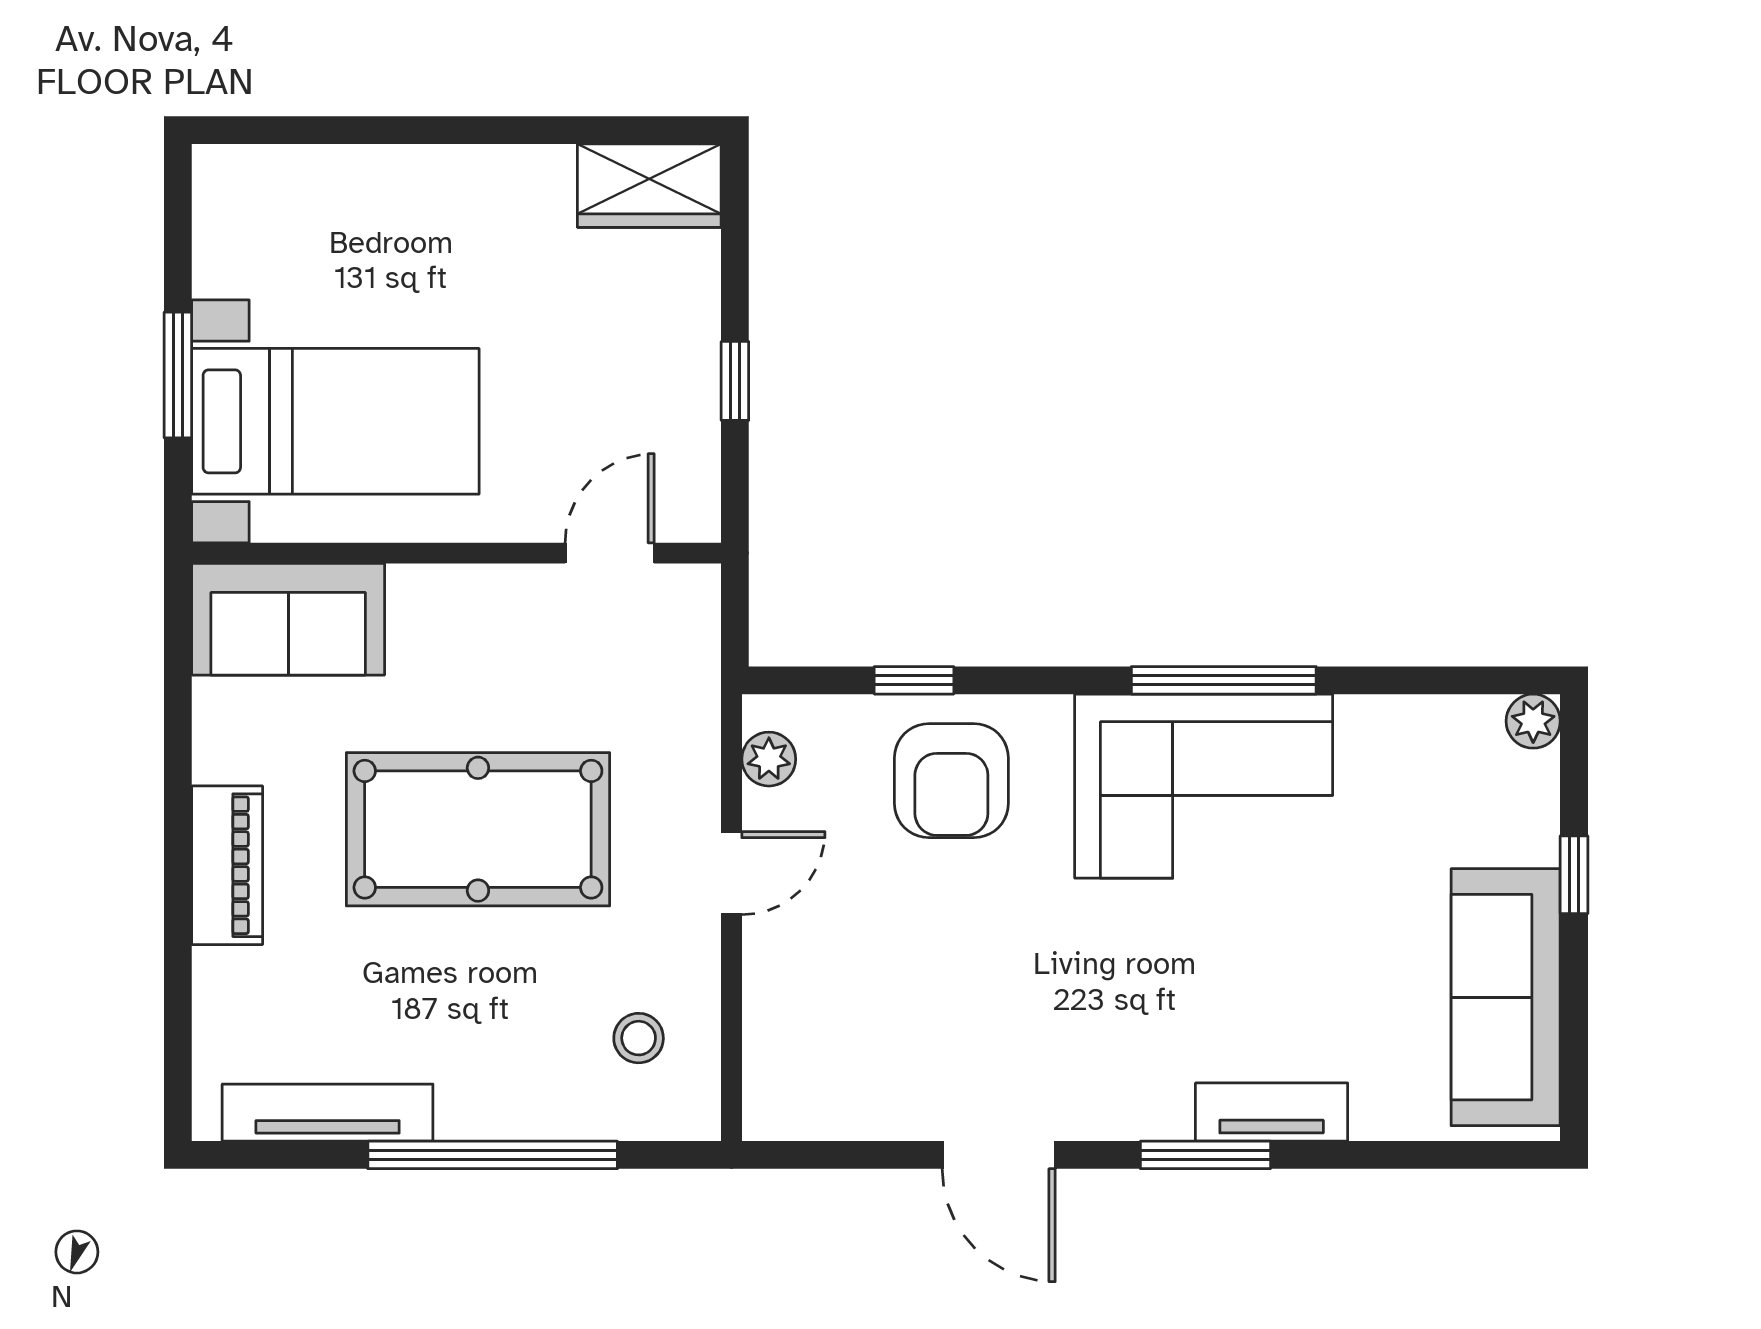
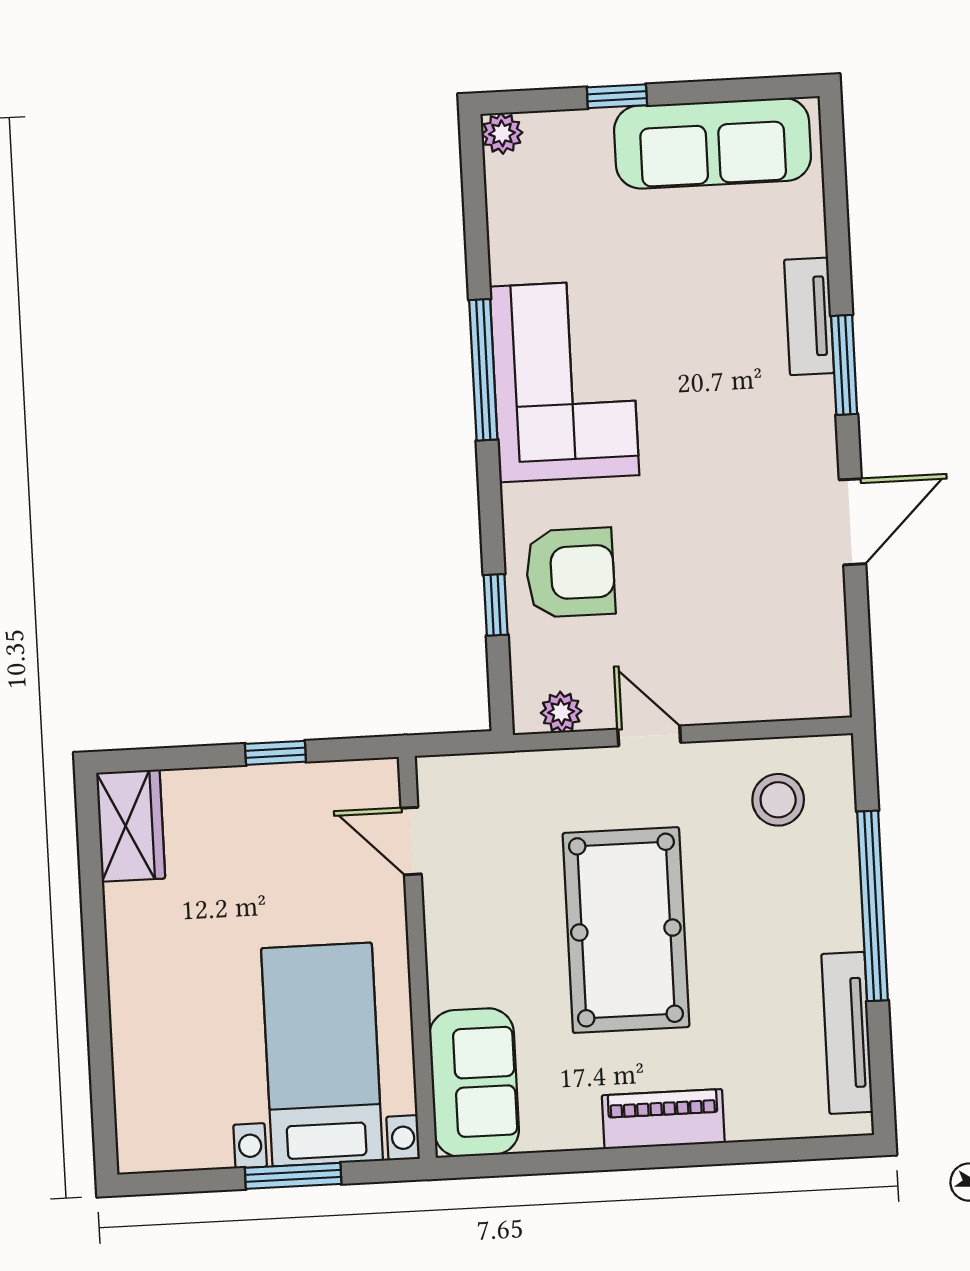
stool: (639, 1038) -> (778, 800), width x1.37, depth x1.37

